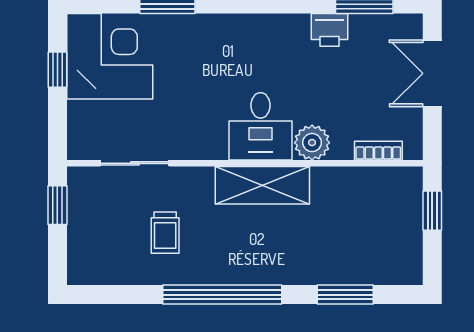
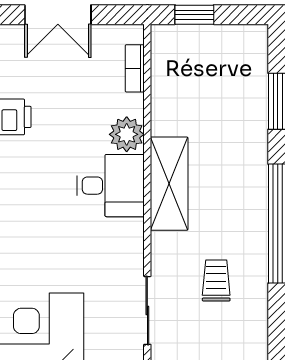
trolley: (165, 233) -> (216, 280), turned -90

